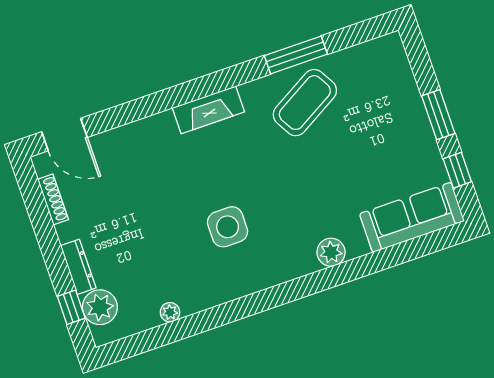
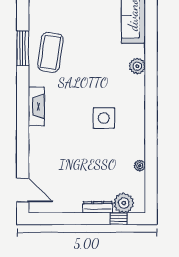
coffee table: (305, 103) -> (50, 52), turned 38
door: (64, 135) -> (23, 190), hinge flipped
shoe rack: (53, 199) -> (56, 208), removed

